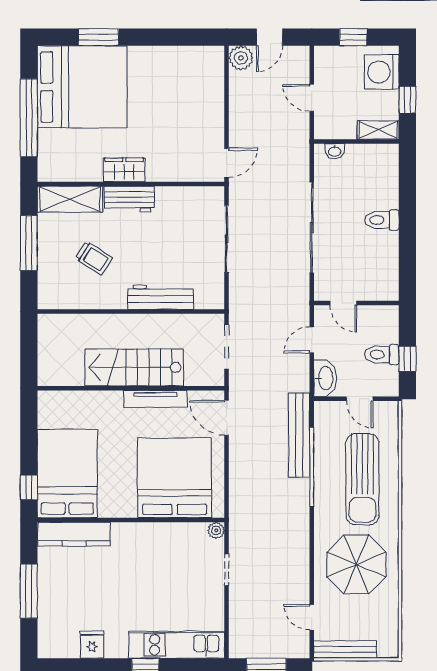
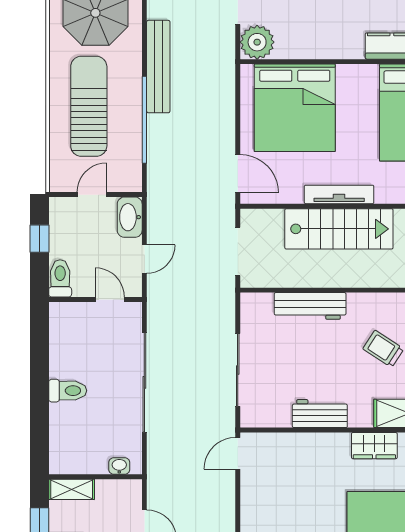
wardrobe: (124, 170) -> (374, 446), moved
workbench: (129, 199) -> (320, 414), moved
toilet: (382, 354) -> (60, 278), moved, turned -90
tv unit: (156, 399) -> (339, 194), moved
door: (360, 399) -> (92, 195), hinge flipped
bench: (299, 435) -> (158, 67), moved
plant: (216, 530) -> (257, 42), width x1.88, depth x1.88

